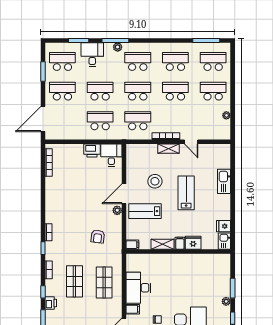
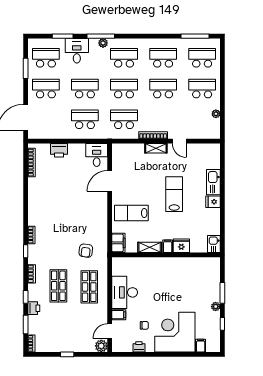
printer: (92, 151) -> (59, 150), moved
stool: (155, 181) -> (142, 182), removed
door: (124, 194) -> (110, 181), moved
plant: (117, 210) -> (103, 212), removed
fridge: (224, 226) -> (213, 202), moved
armchair: (98, 237) -> (86, 251), moved
filing cabinet: (132, 245) -> (118, 243), width x2.00

